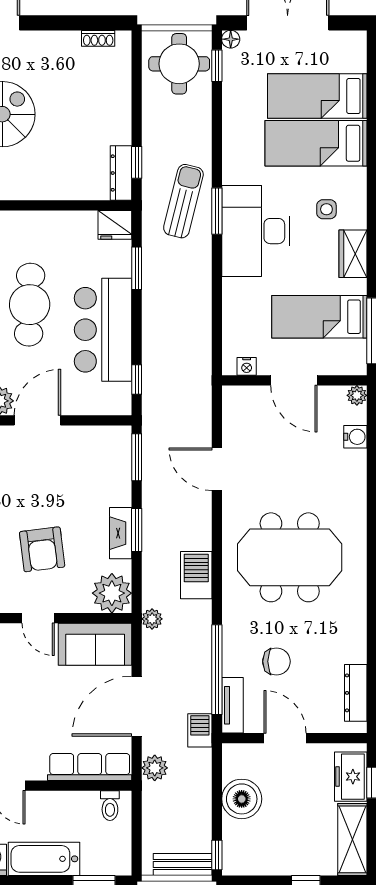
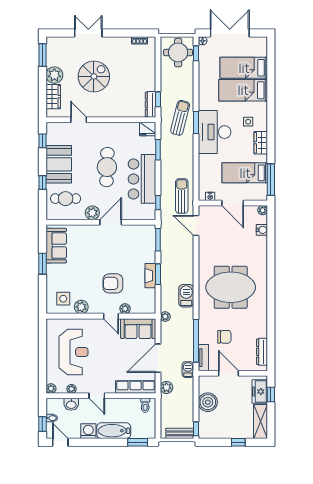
sun lounger: (187, 366) -> (182, 196), added
door: (217, 469) -> (196, 225), moved
armchair: (42, 549) -> (113, 283), turned 97
plant: (112, 593) -> (125, 309), moved, width x0.53, depth x0.53

